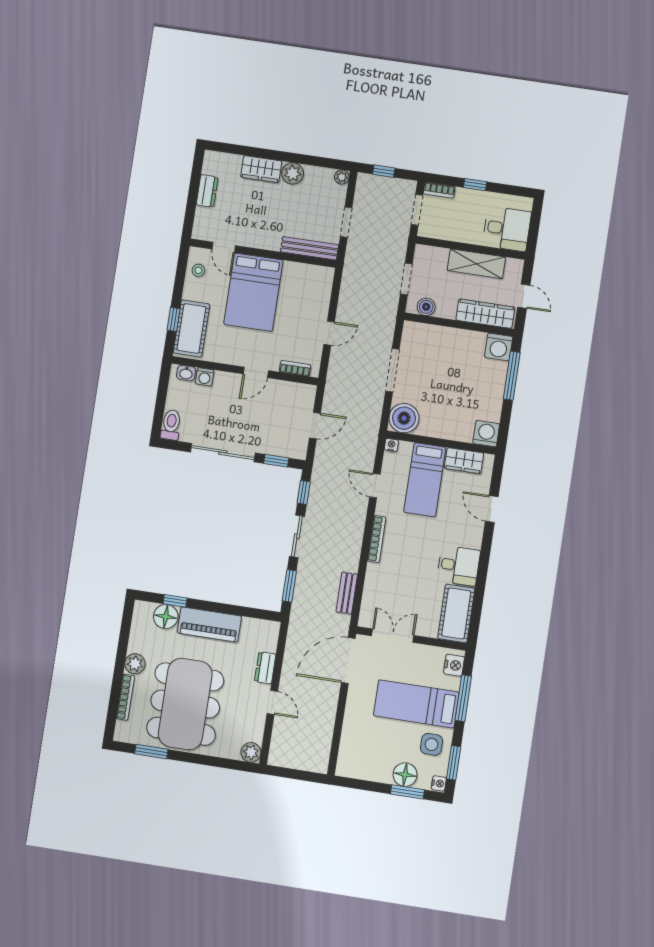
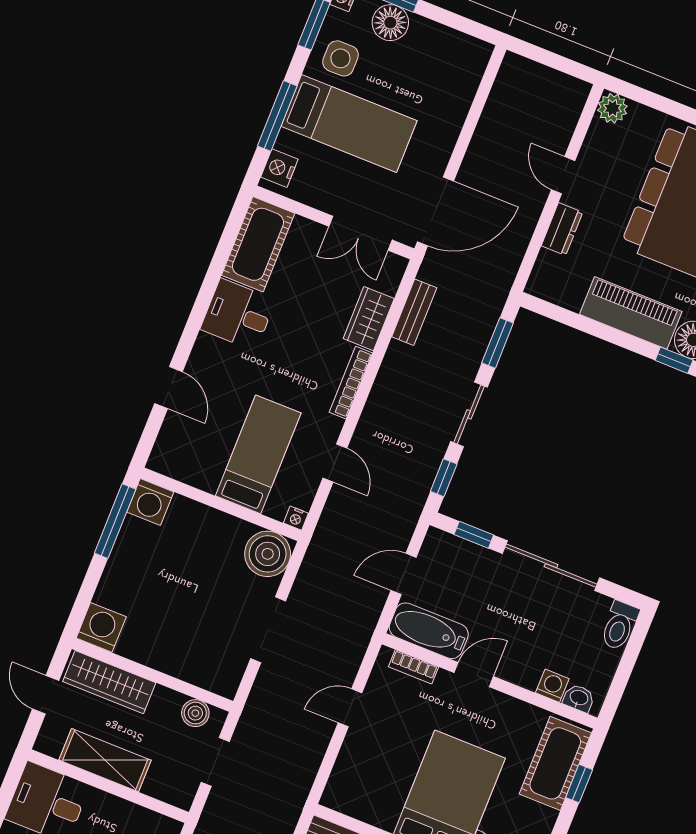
window: (512, 376) -> (115, 521), moved
bathtub: (291, 393) -> (429, 631), added
wardrobe: (464, 461) -> (369, 319), moved, turned -90

